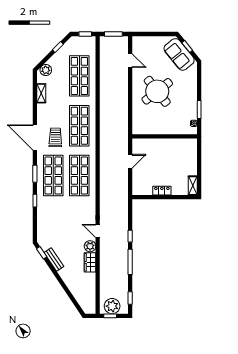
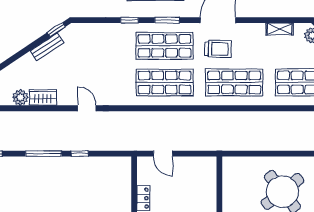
door: (130, 161) -> (163, 154), moved
door: (98, 231) -> (87, 108), hinge flipped
plant: (90, 246) -> (20, 97), moved

